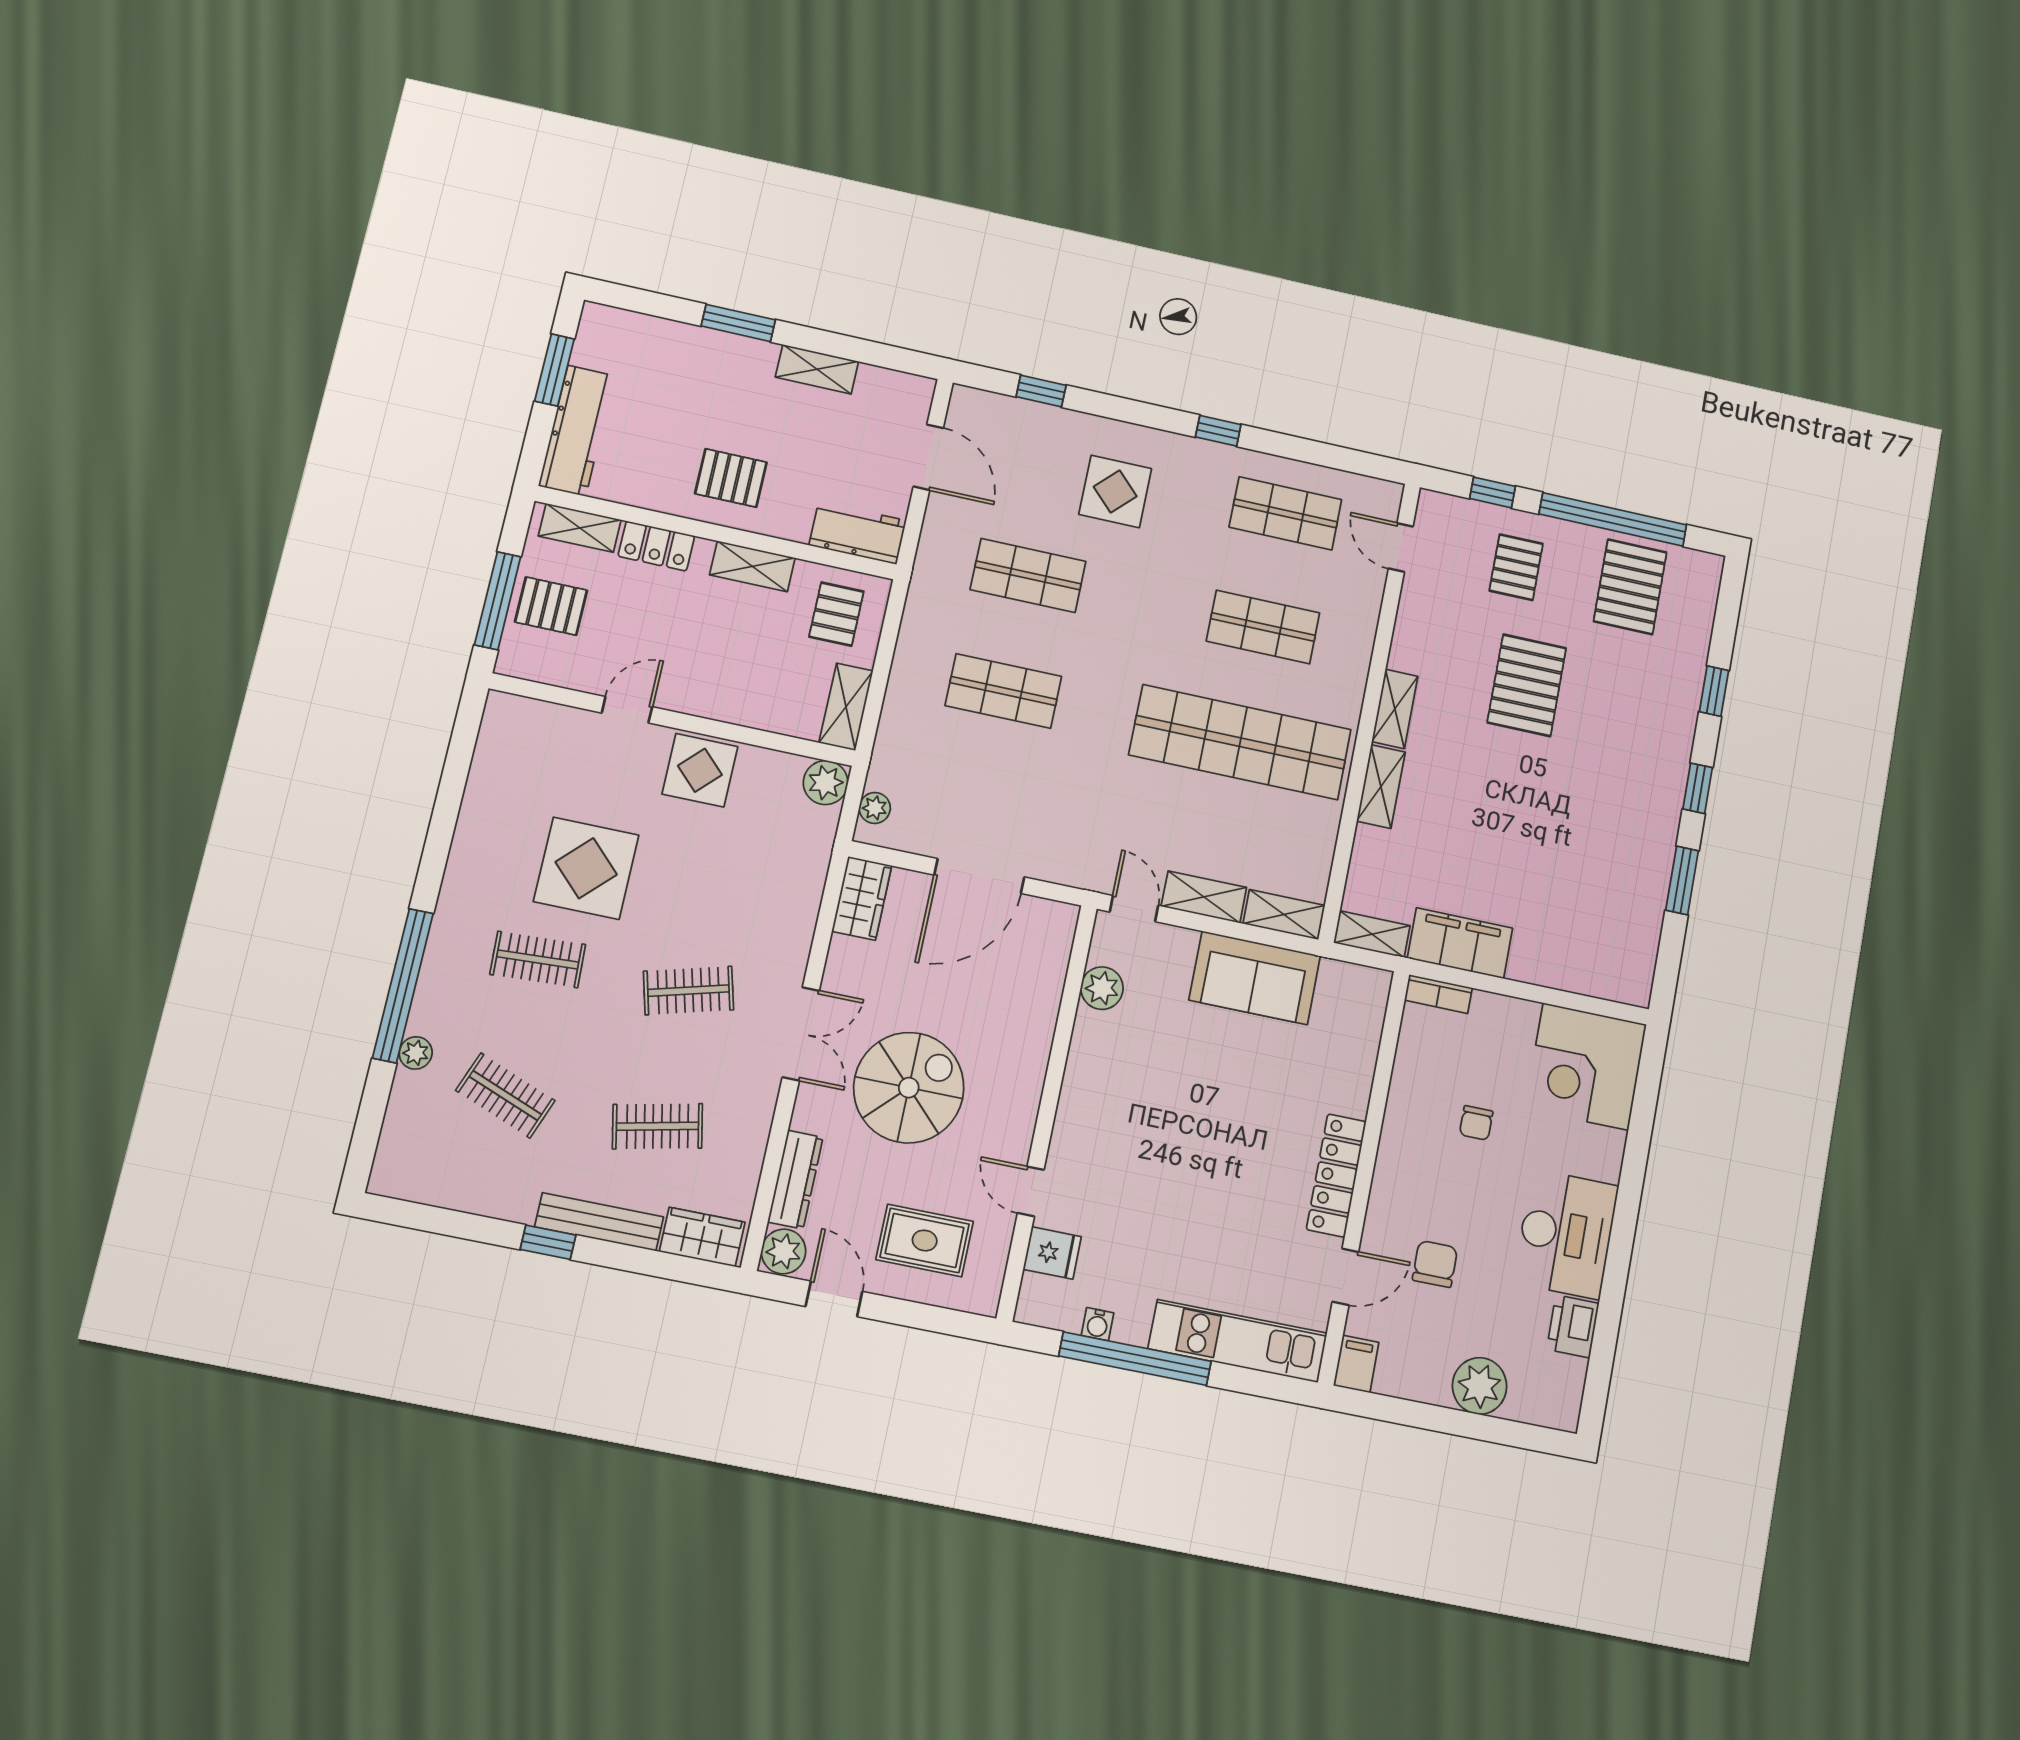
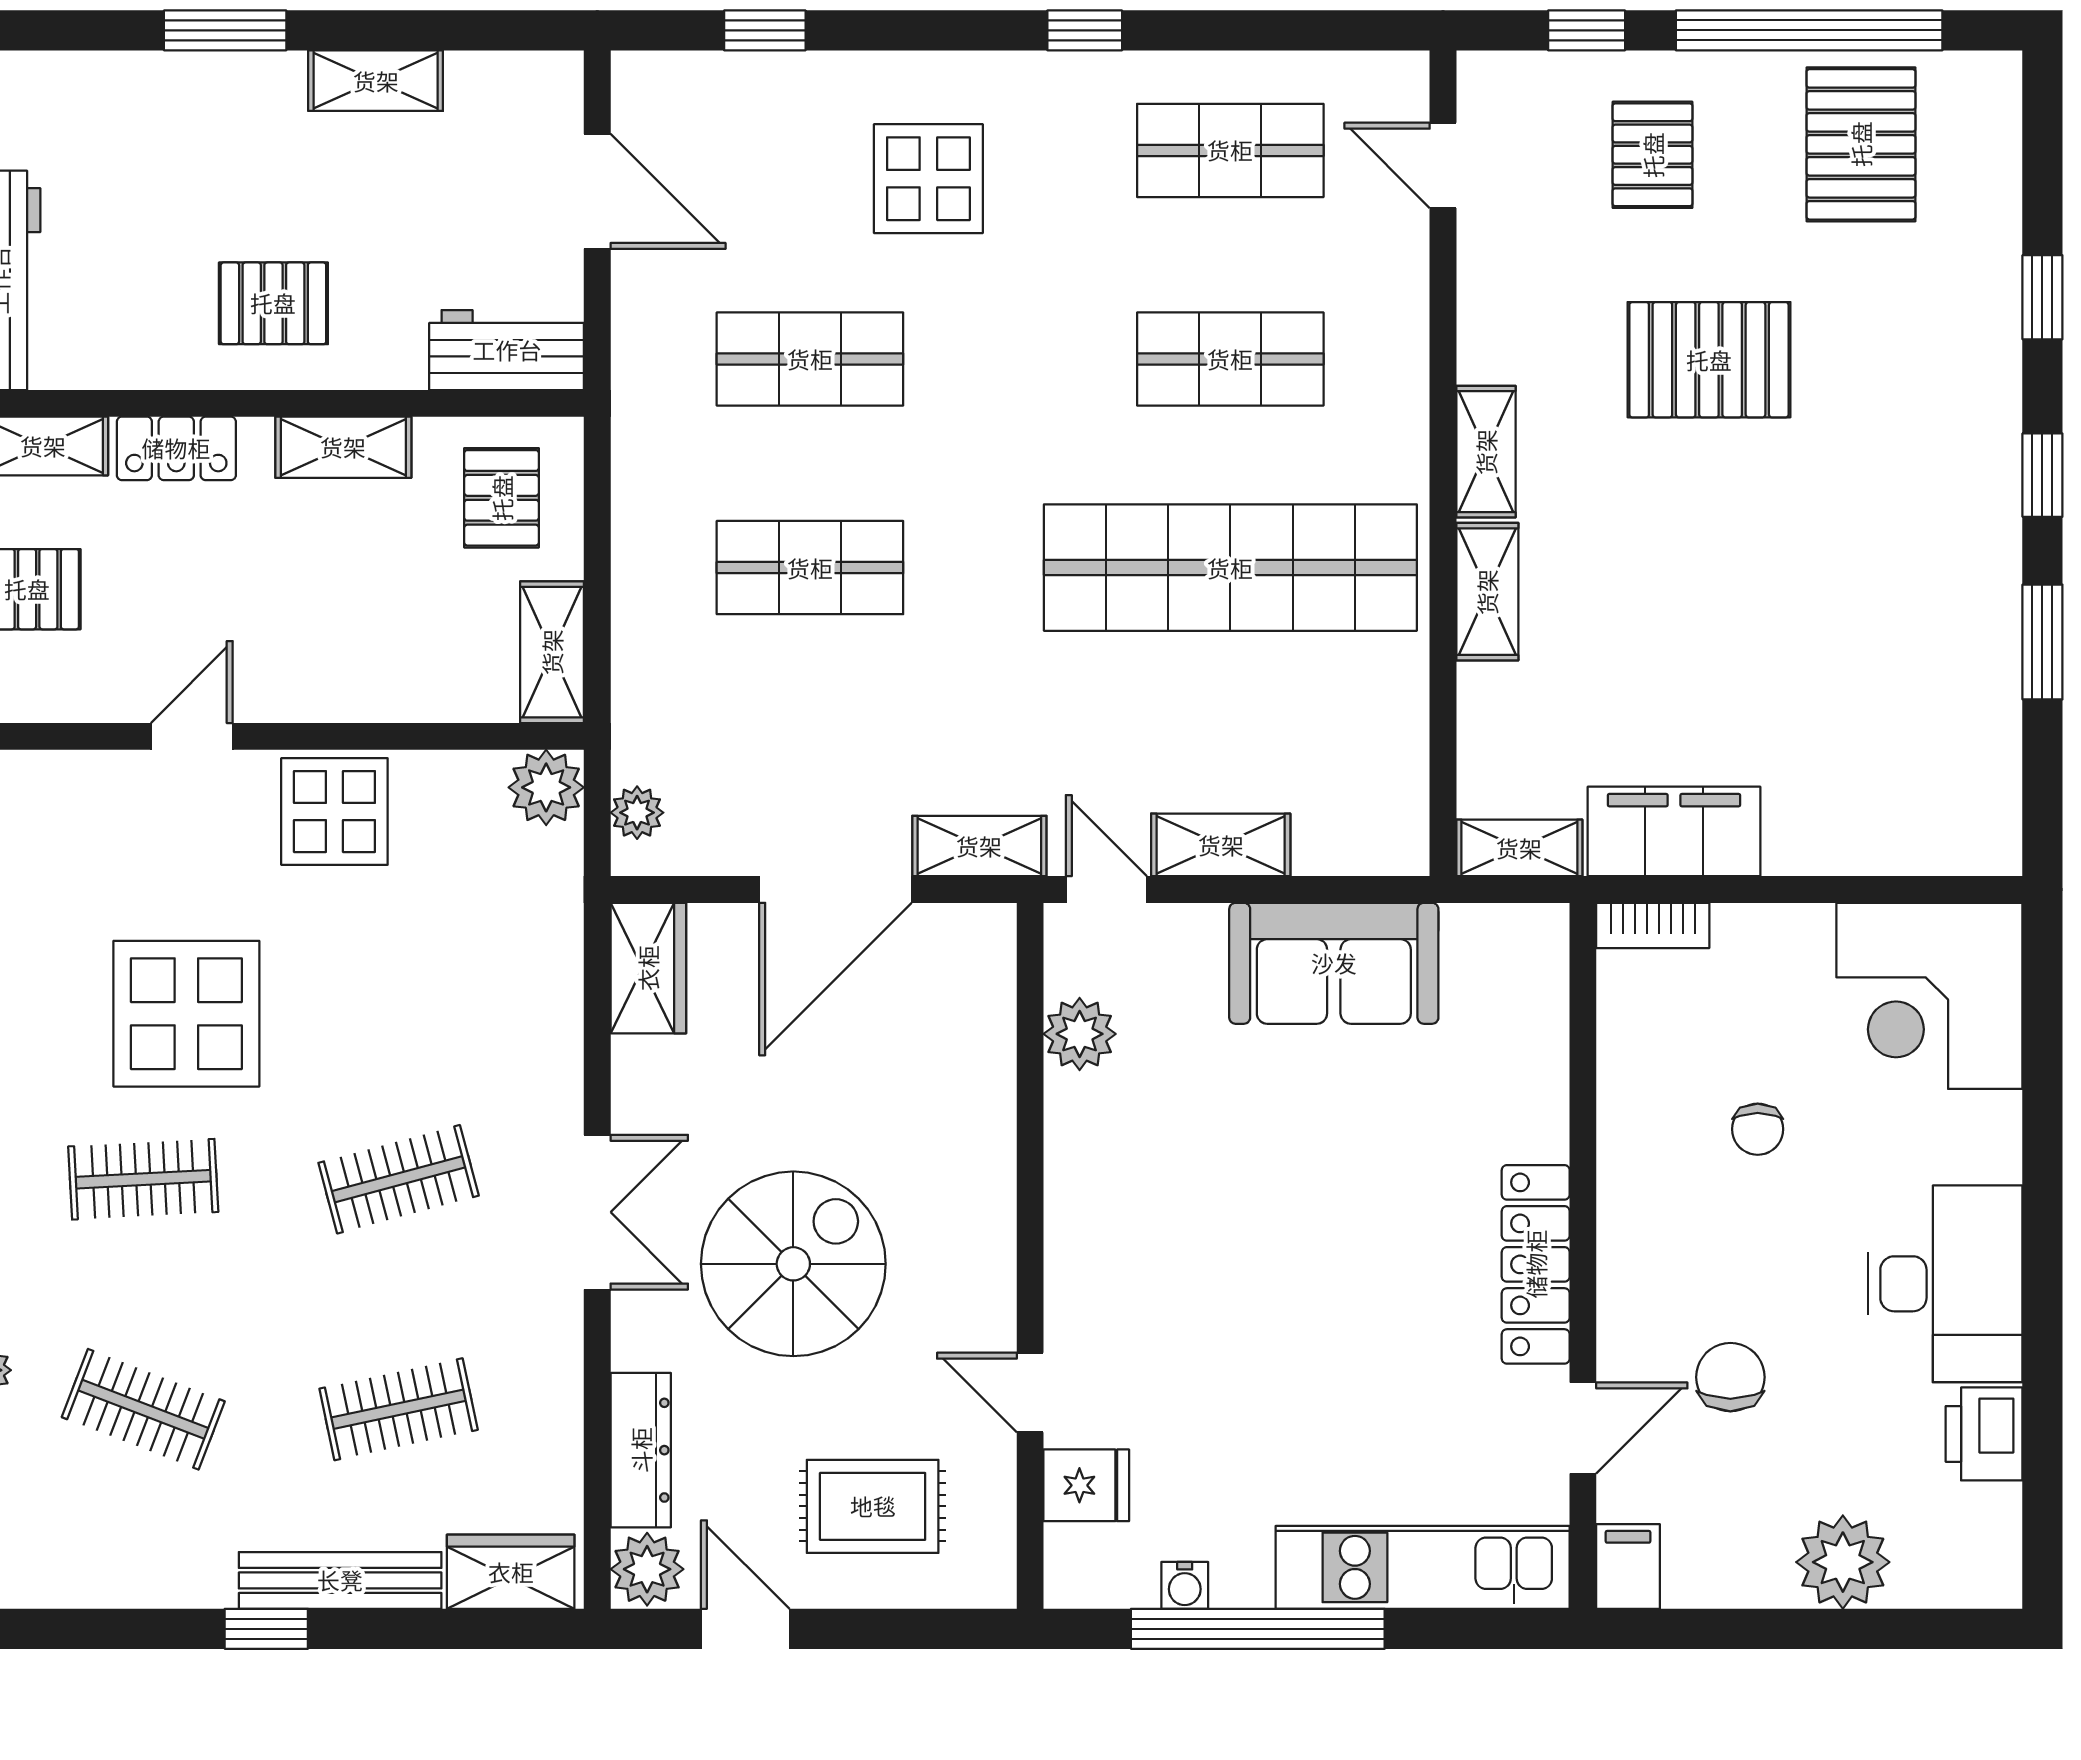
pallet: (1527, 685) -> (1709, 360), turned 90
shelving: (1284, 915) -> (979, 846), moved

